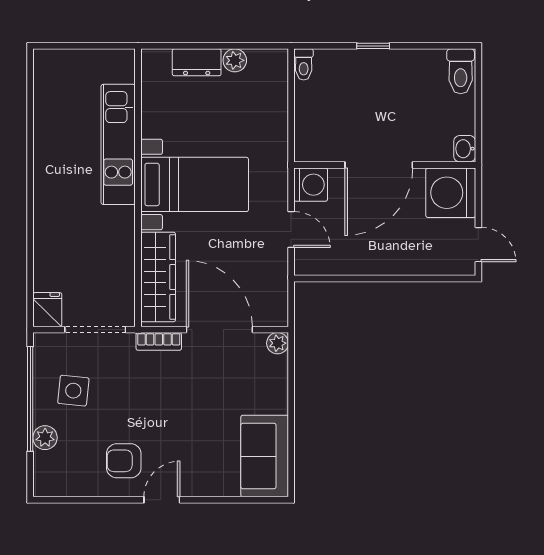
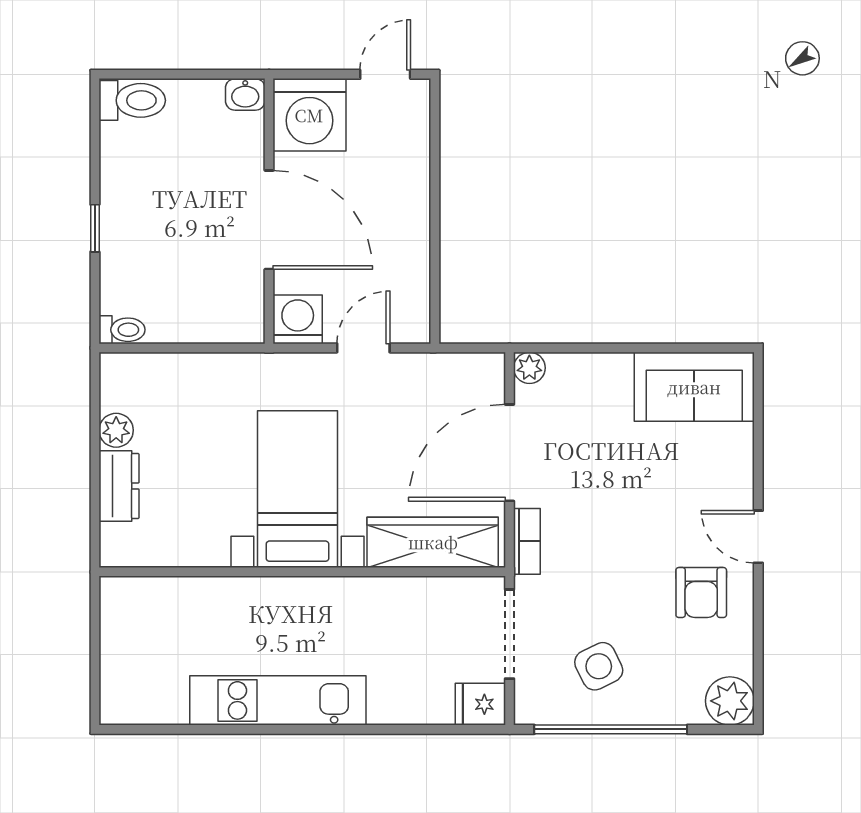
kitchen unit: (118, 144) -> (278, 700), moved, turned 180
side table: (73, 391) -> (599, 666), turned -32
plant: (45, 438) -> (730, 701), moved, width x1.38, depth x1.38

